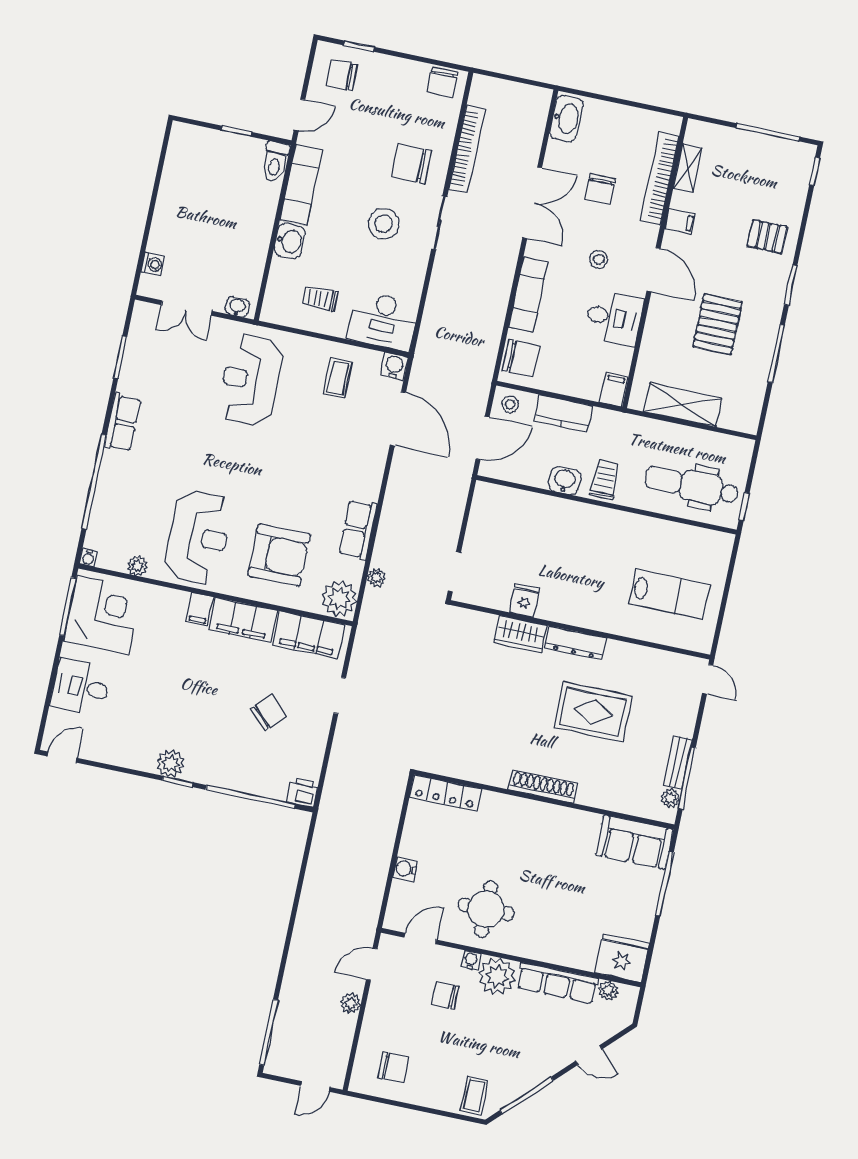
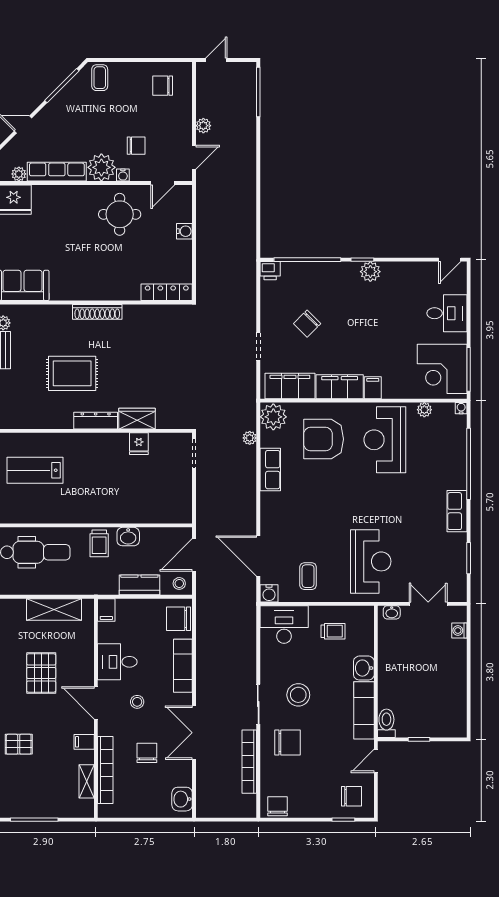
washbasin: (566, 118) -> (182, 799), width x0.72

